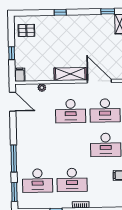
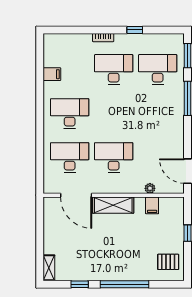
window: (108, 11) -> (80, 284), moved
window: (60, 12) -> (125, 284), width x3.17
filing cabinet: (20, 75) -> (152, 205), moved

